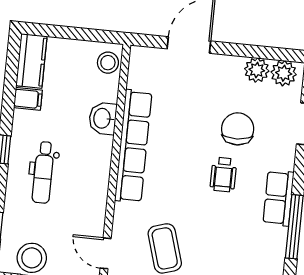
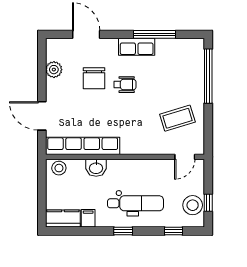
plant: (284, 73) -> (54, 52), removed
chair: (238, 129) -> (94, 78), turned -87
row of seats: (133, 146) -> (83, 146), moved
dental chair: (43, 172) -> (136, 203), width x1.36, depth x1.38

